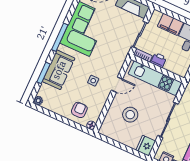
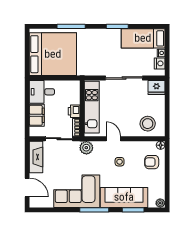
plant: (120, 56) -> (86, 148), added
sofa: (59, 70) -> (124, 197), width x1.36
stool: (130, 115) -> (148, 124), moved

